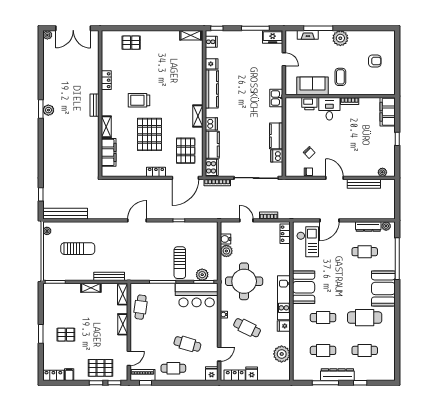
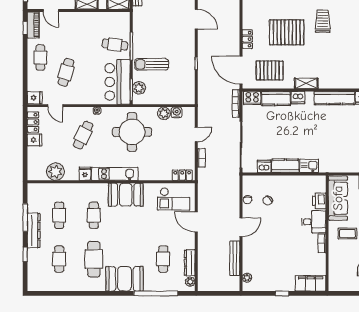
sofa: (312, 86) -> (338, 198), width x1.36
kitchen sink: (276, 98) -> (309, 166), moved
cafe table: (141, 307) -> (115, 45), moved

